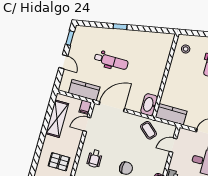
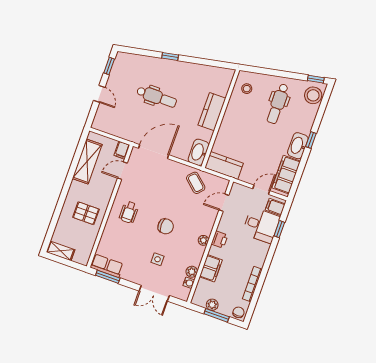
kitchen counter: (84, 90) -> (212, 112), moved, turned -90

